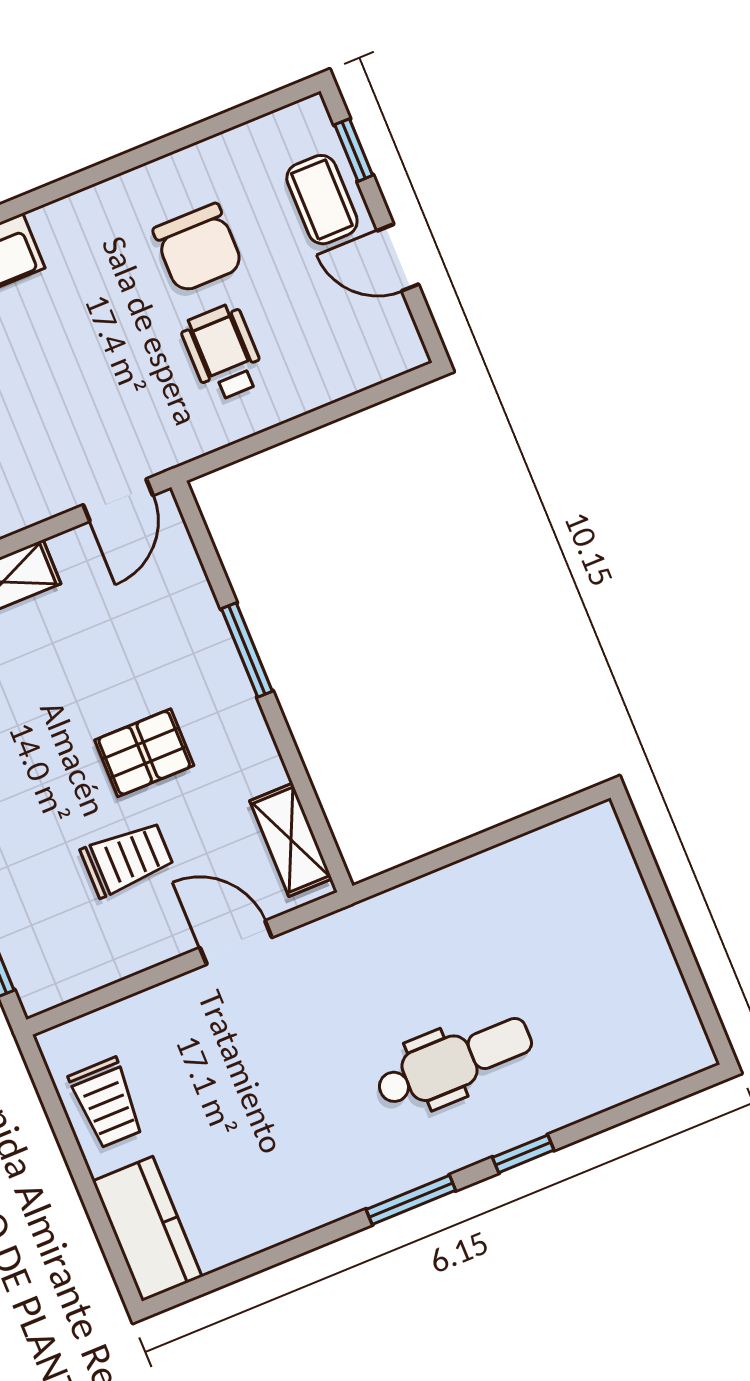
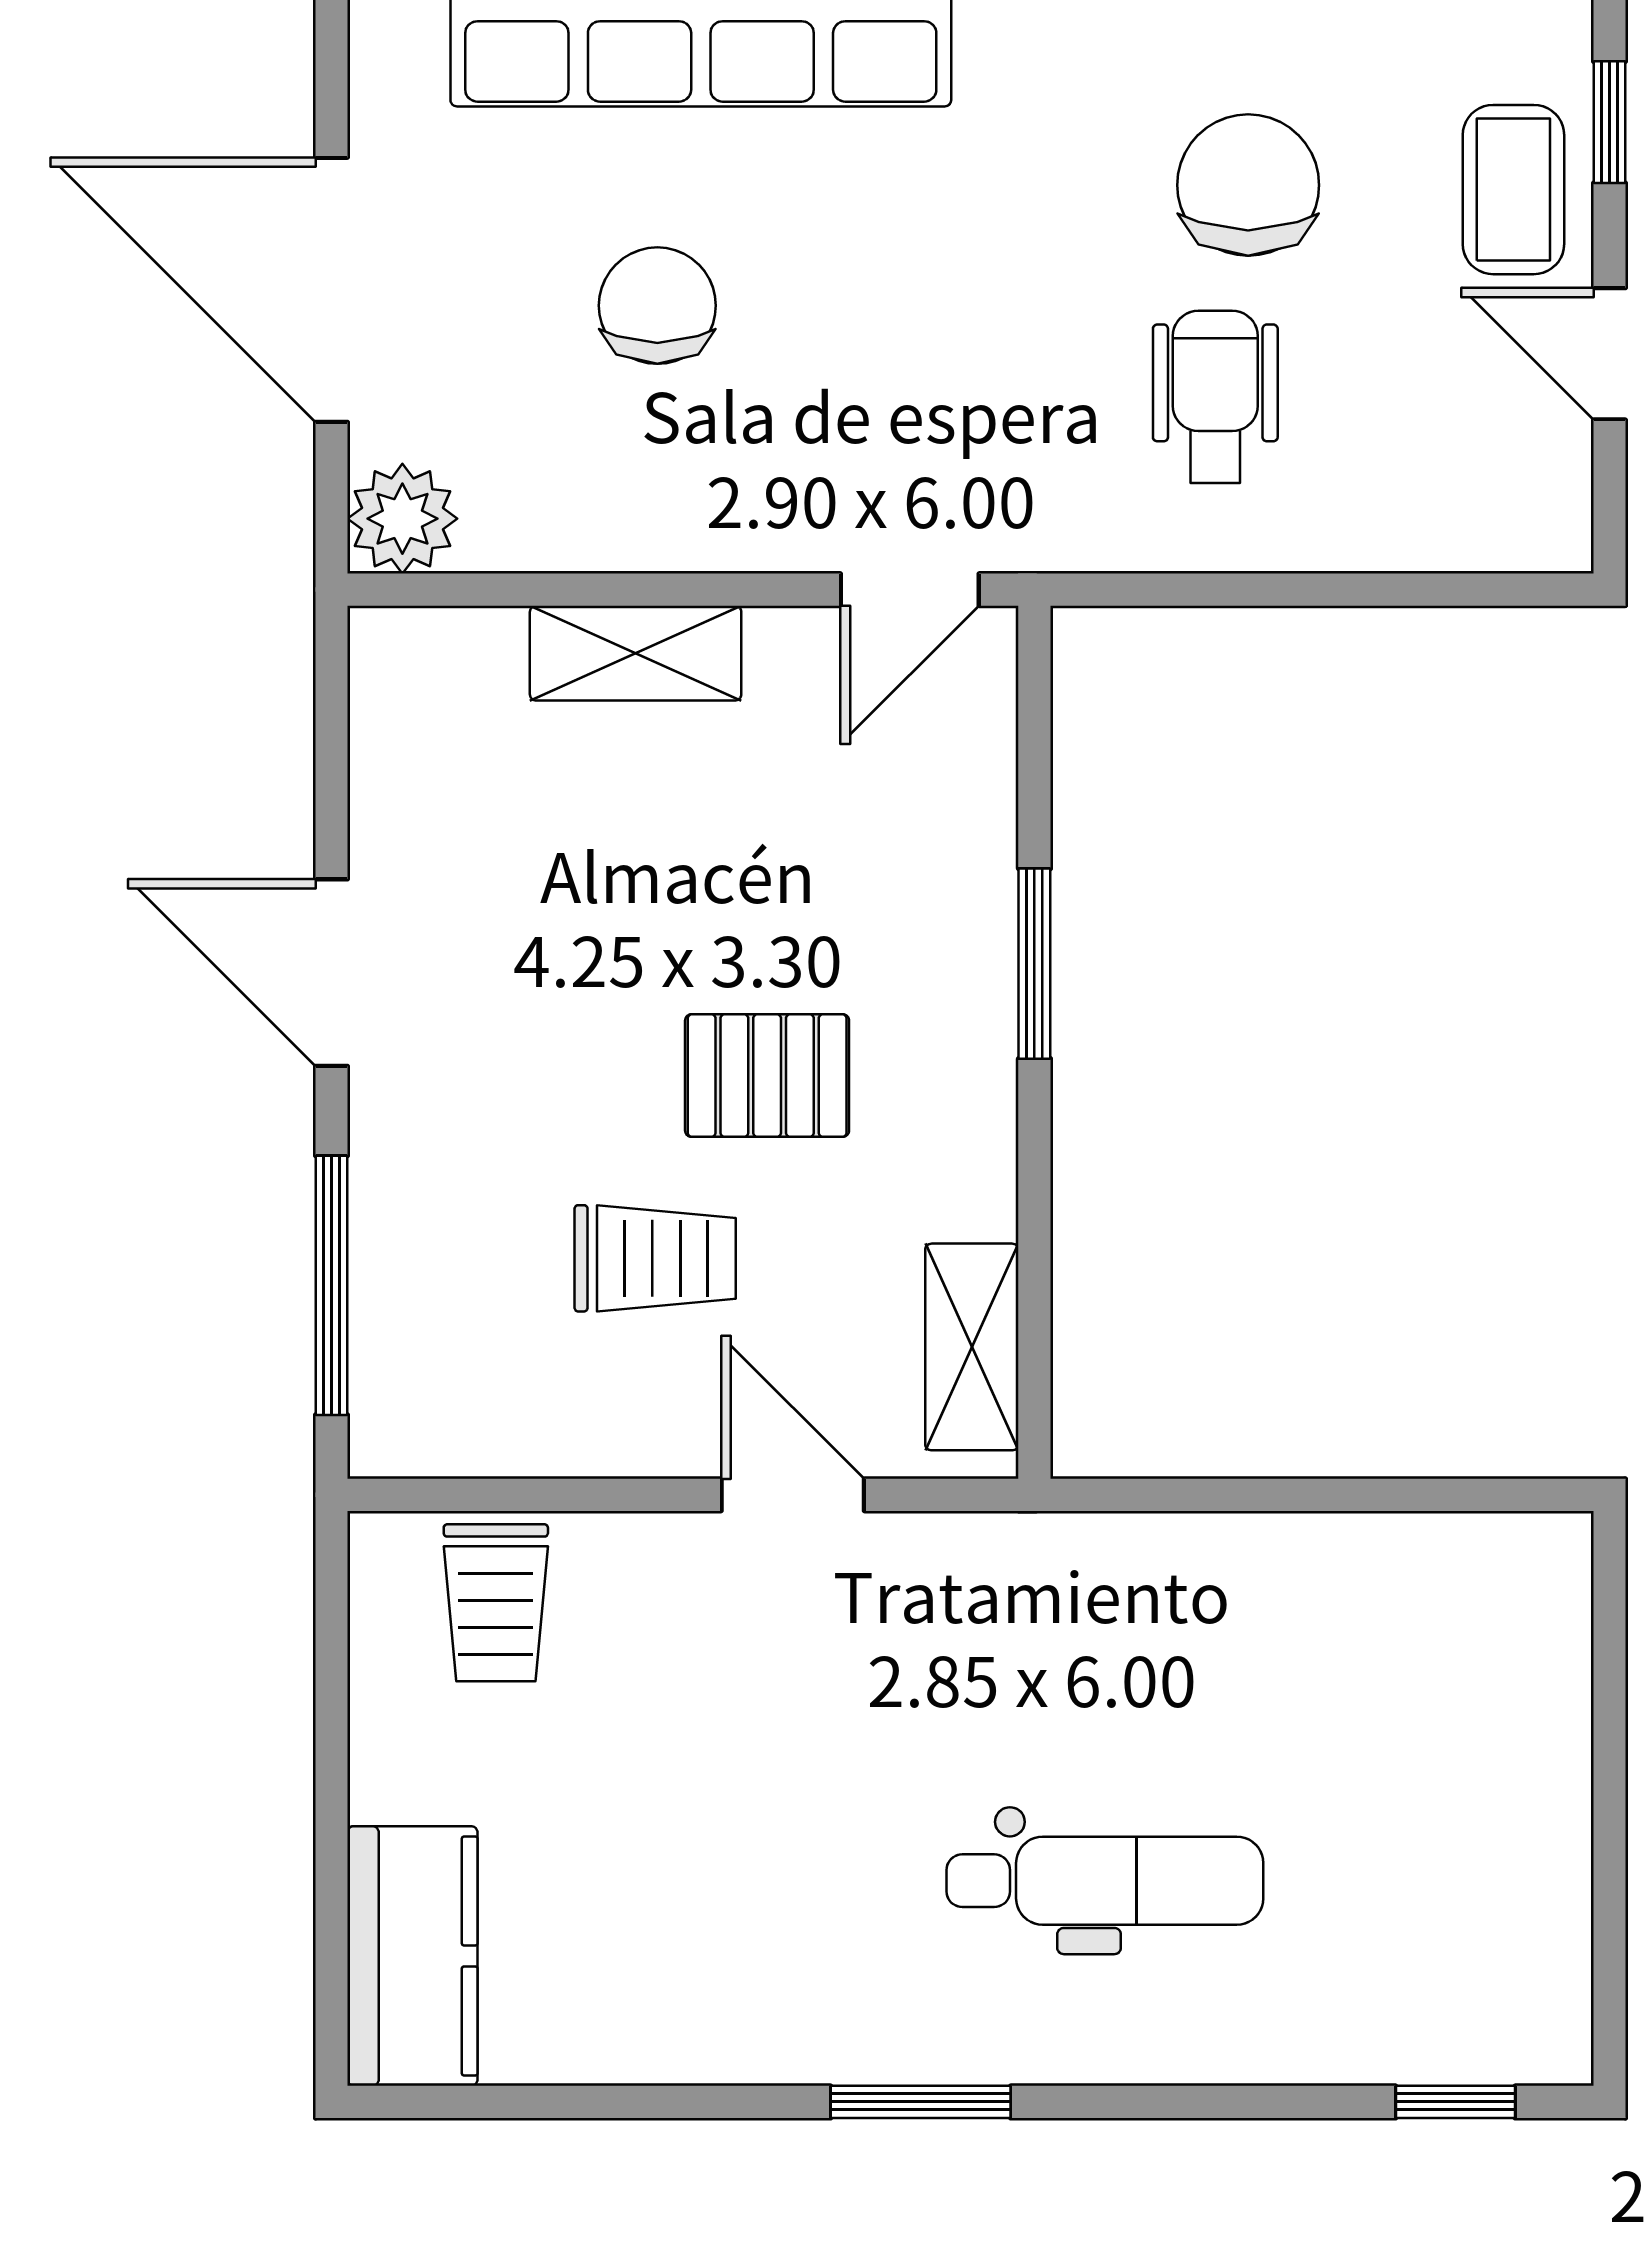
chair: (198, 248) -> (1248, 185), turned 180
trolley: (107, 1103) -> (496, 1603), moved
window: (523, 1154) -> (1455, 2102), moved

